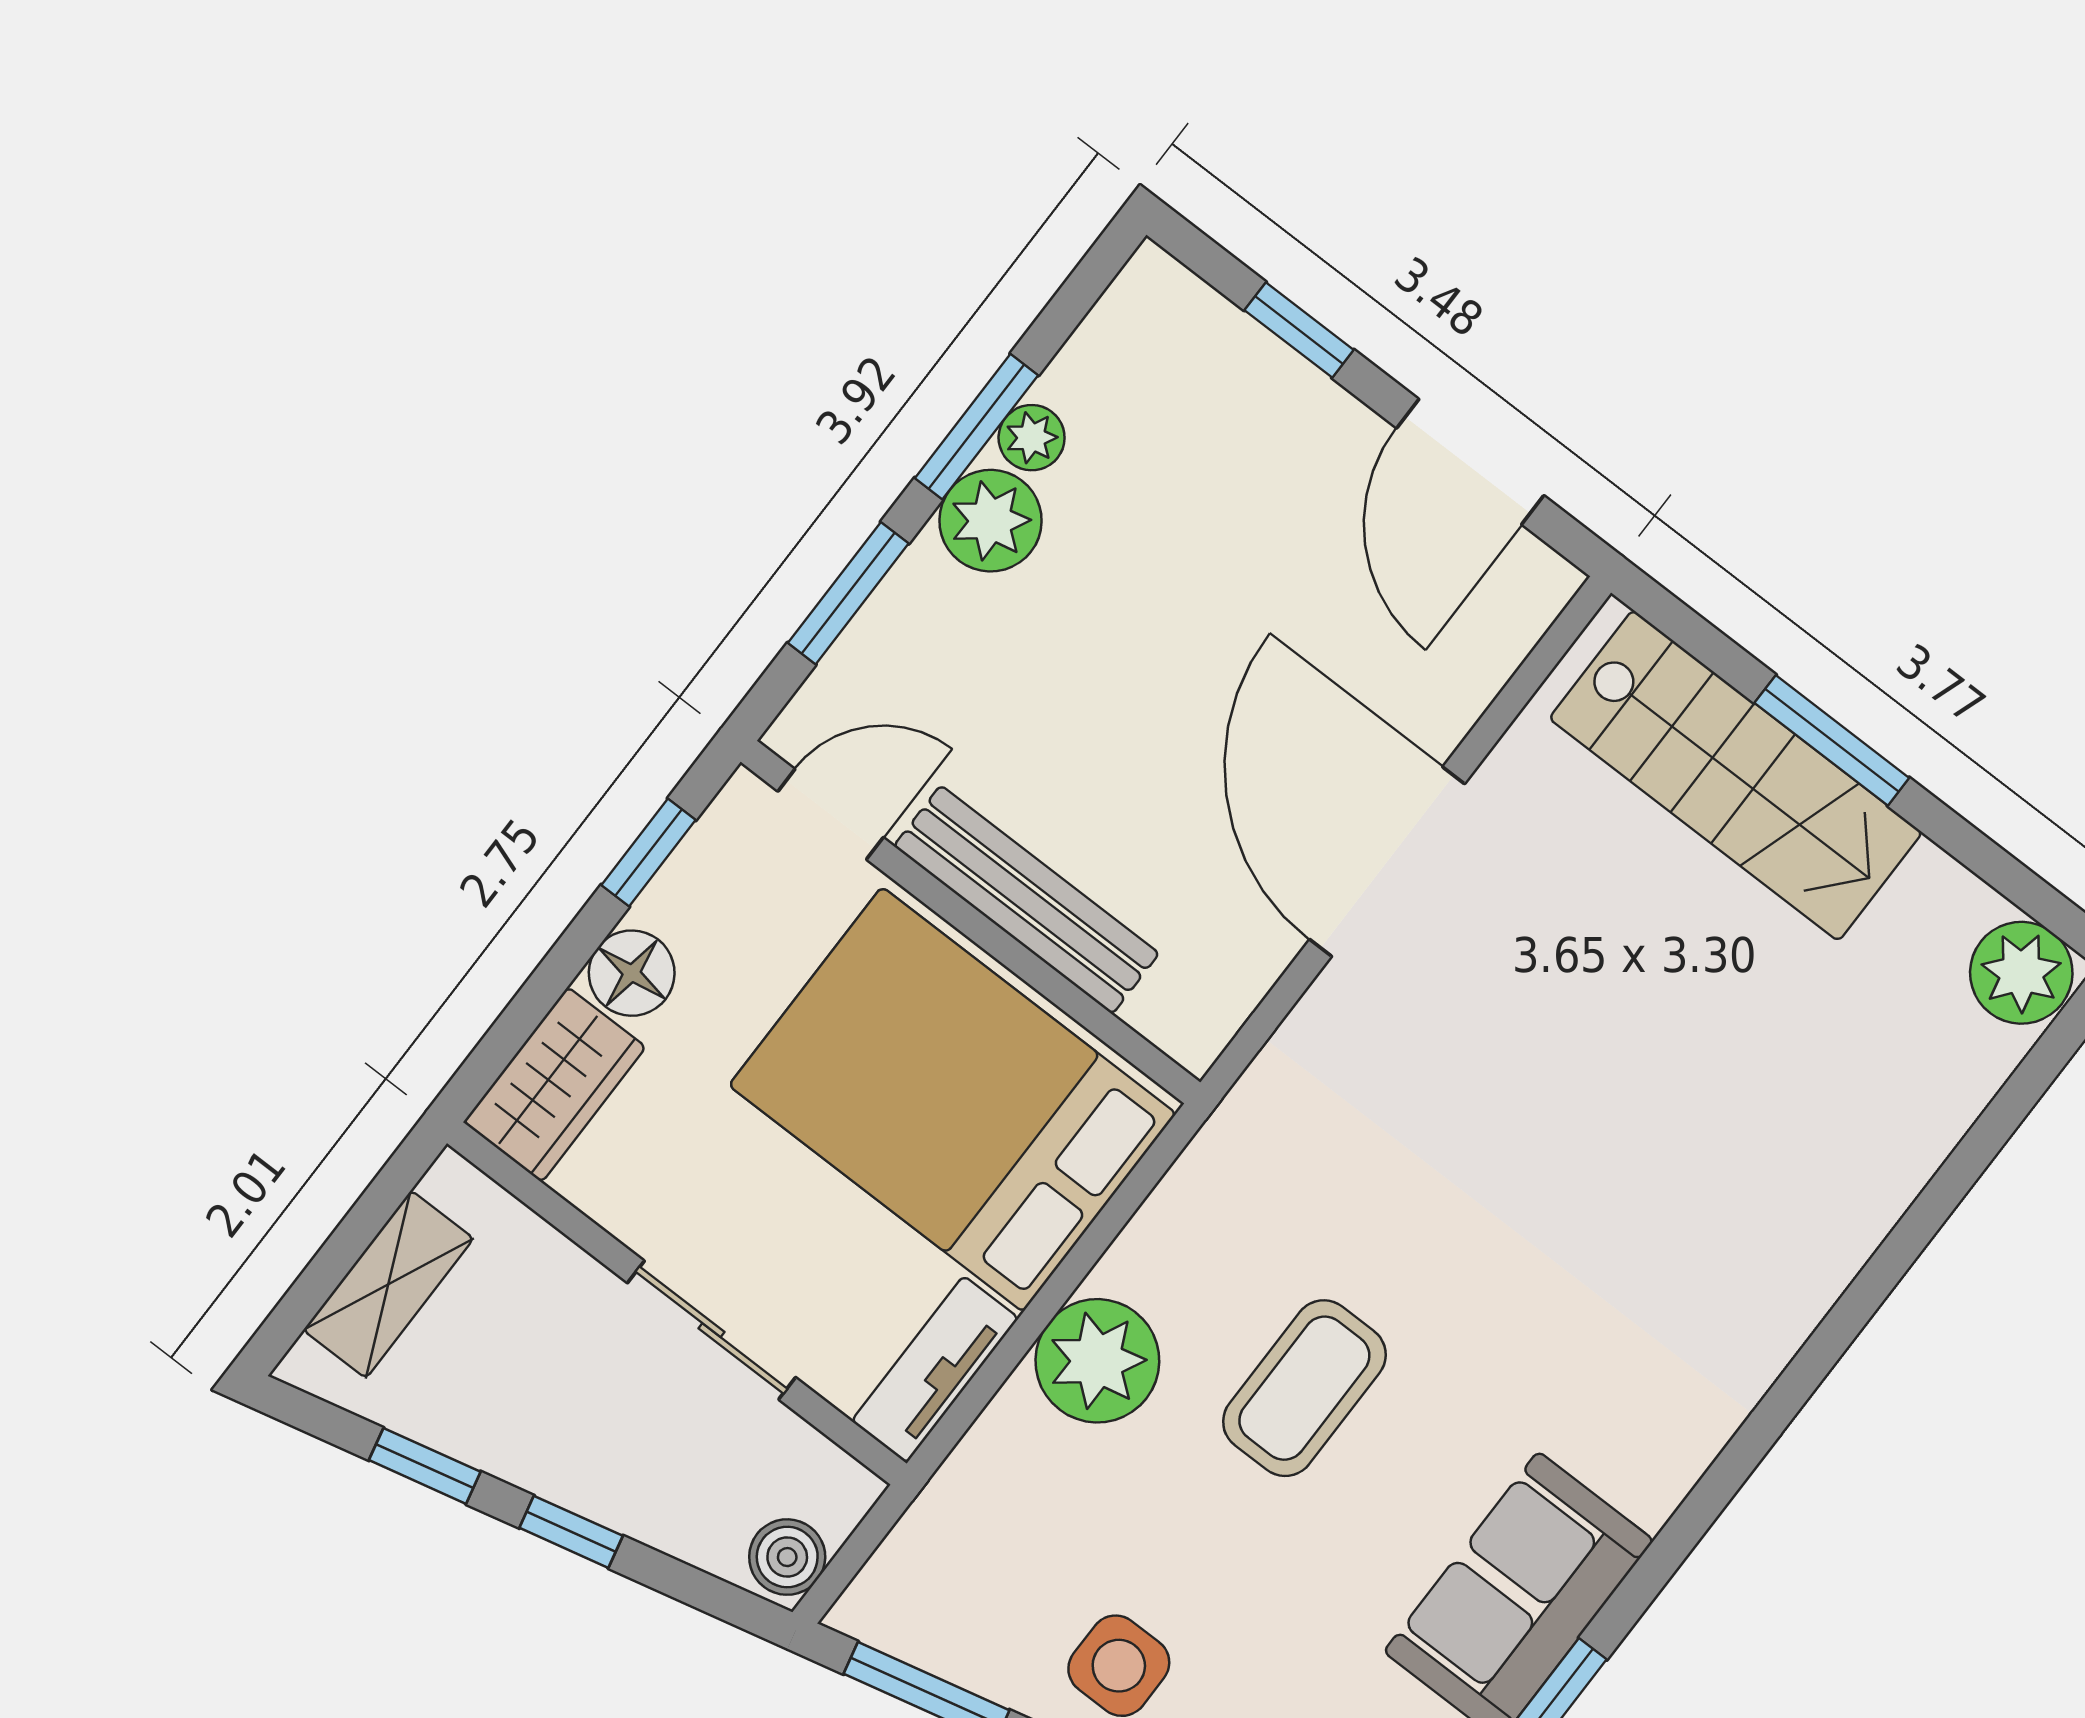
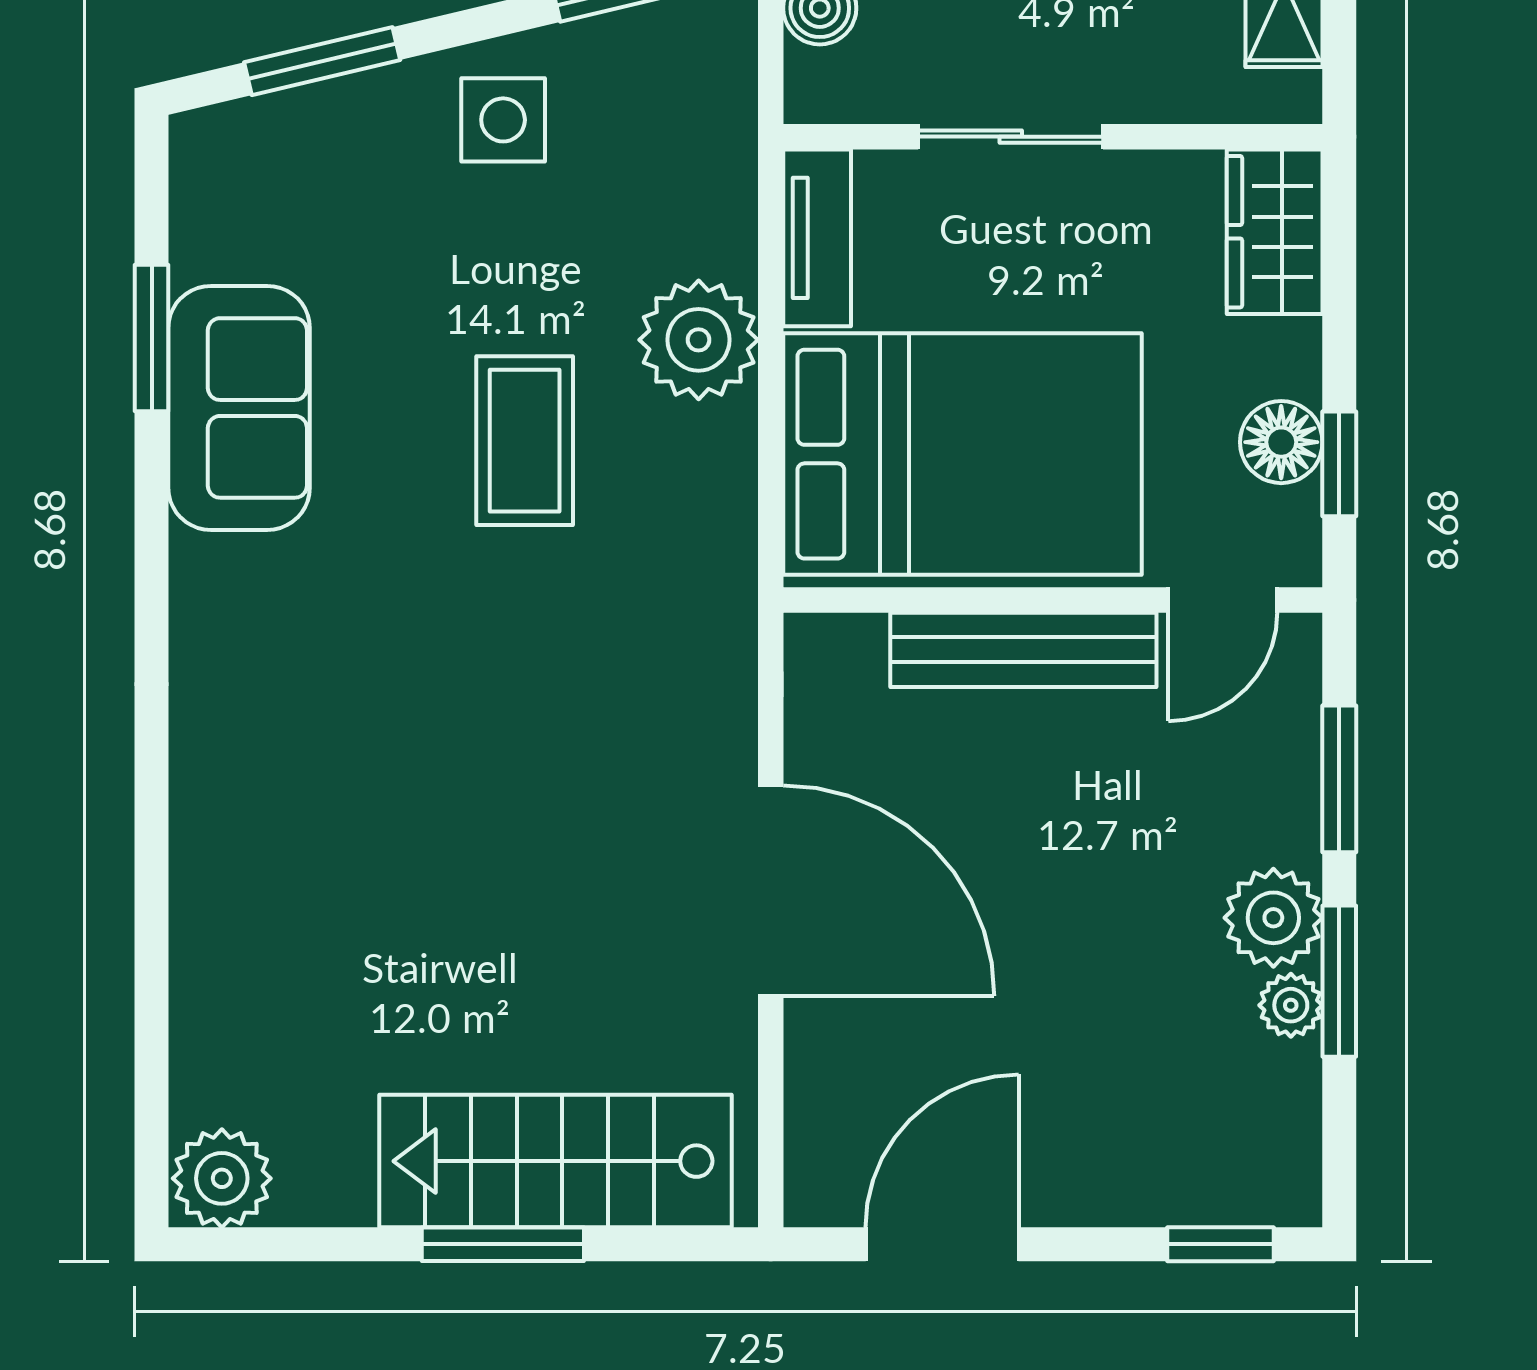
window: (1299, 330) -> (1220, 1244), moved
door: (1470, 462) -> (942, 1244), hinge flipped
floor lamp: (632, 973) -> (1281, 442), moved

